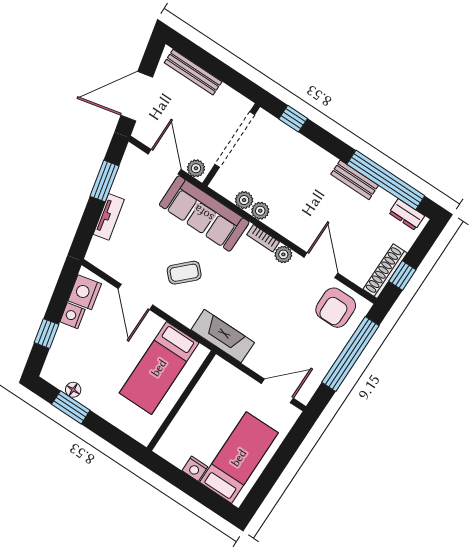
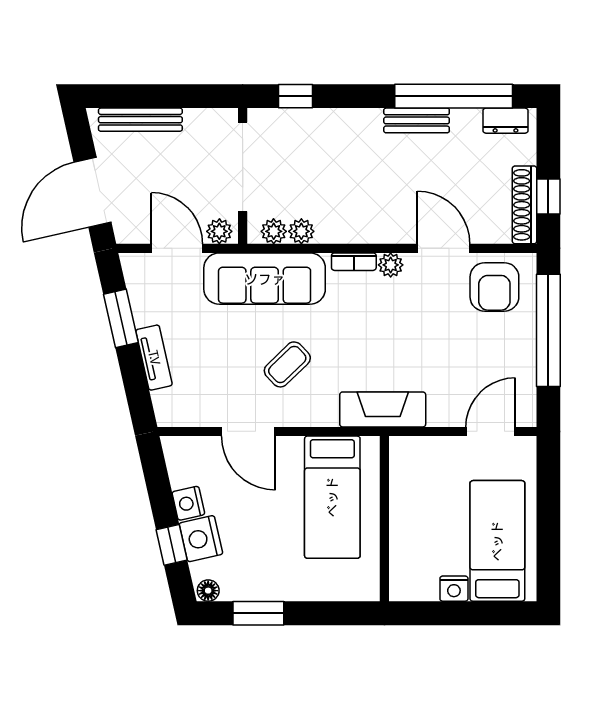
plant: (260, 211) -> (274, 231), moved
nightstand: (85, 292) -> (201, 539), moved
floor lamp: (73, 390) -> (208, 591), moved

